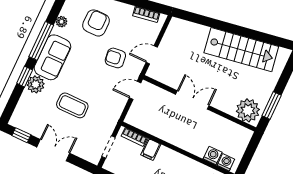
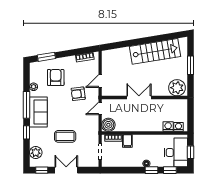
plant: (36, 84) -> (36, 153), moved
window: (272, 105) -> (190, 65), moved
boiler: (136, 117) -> (108, 125), added

